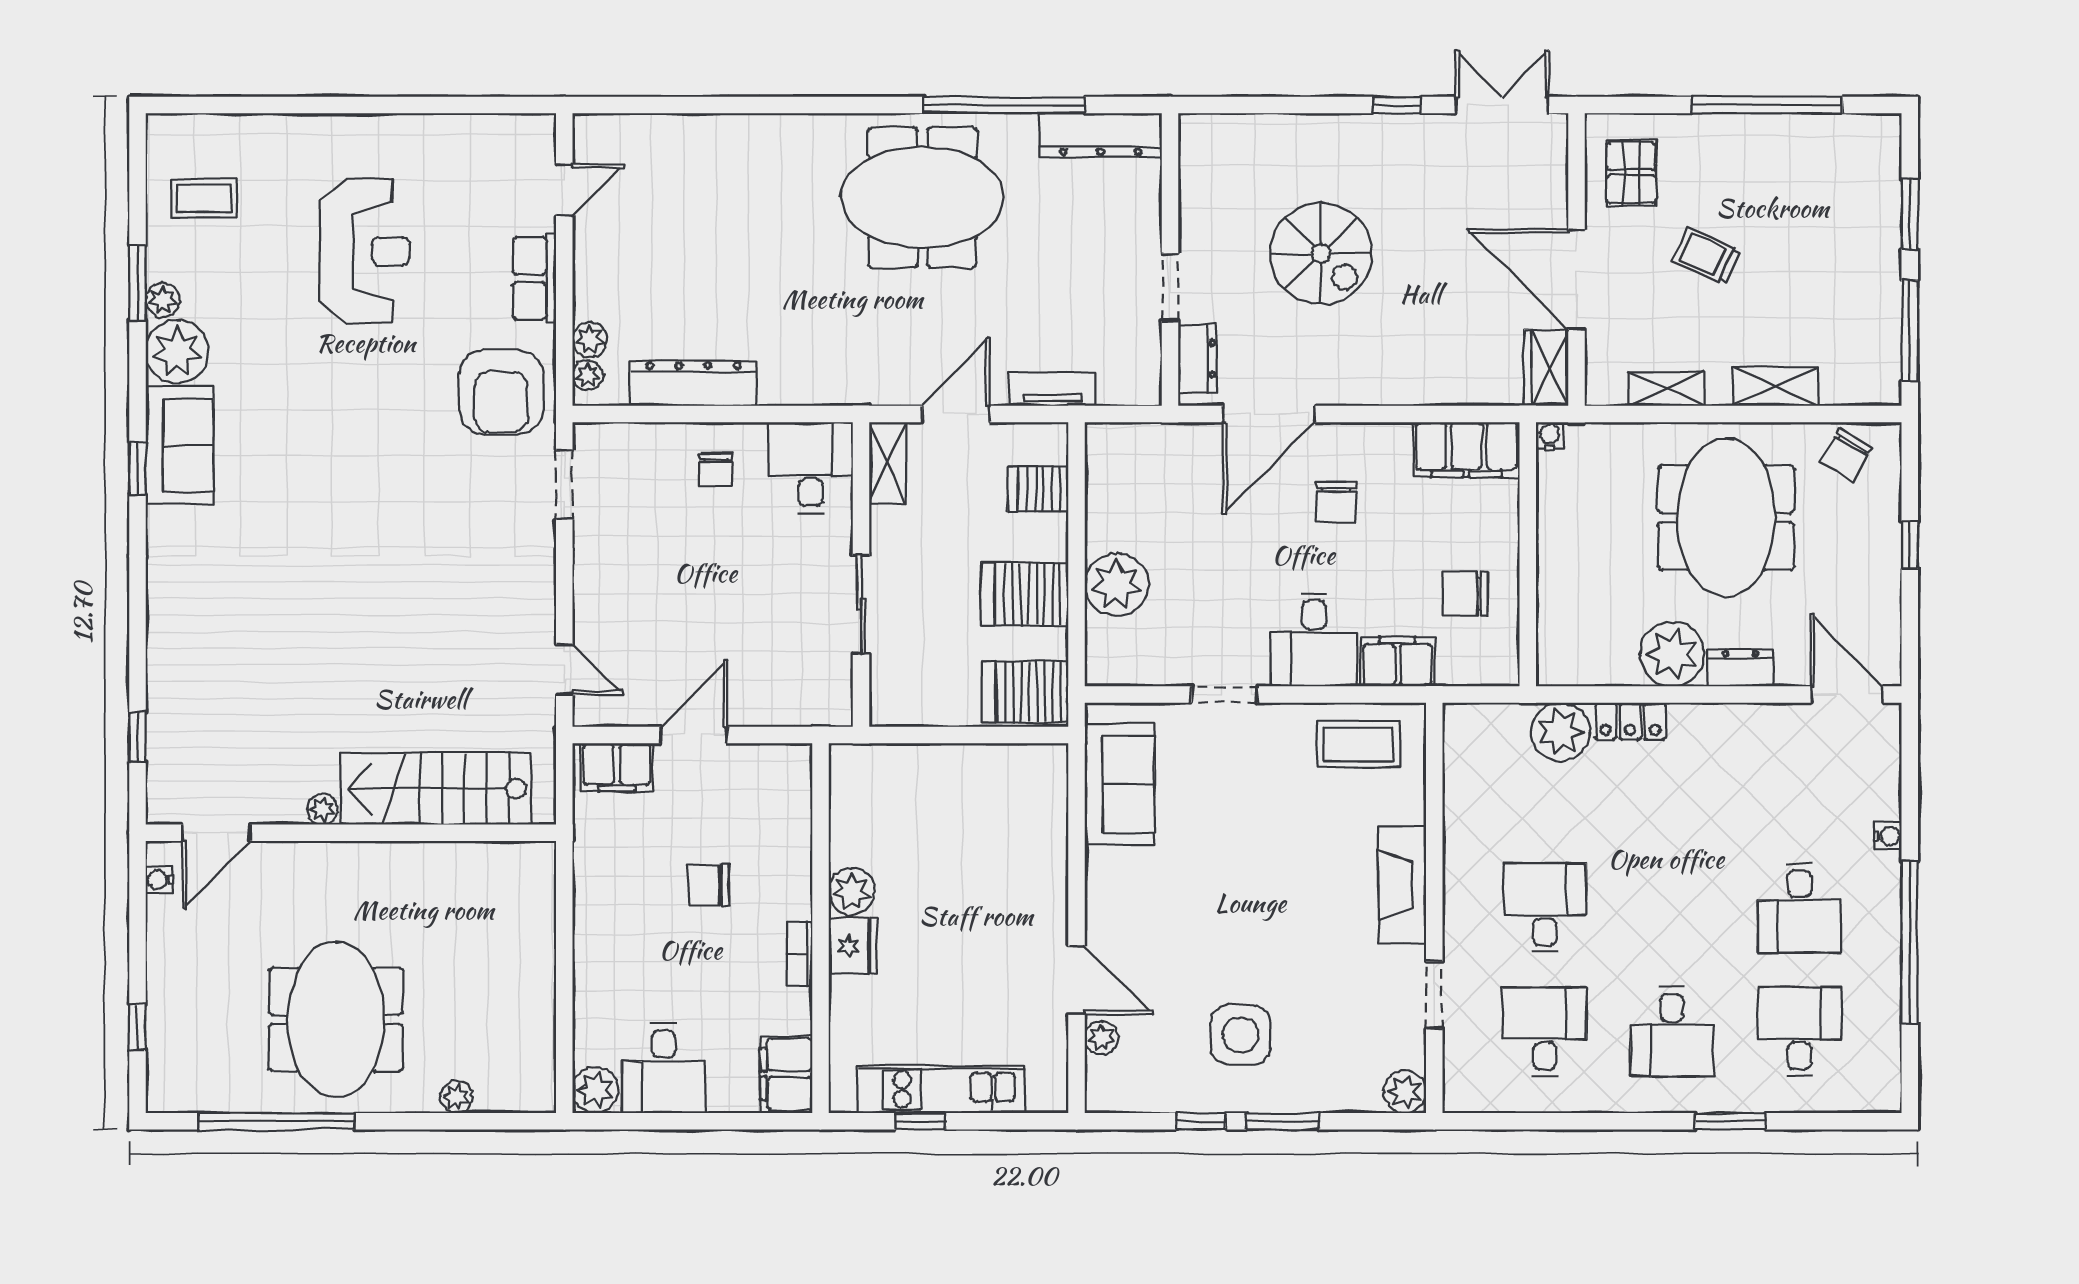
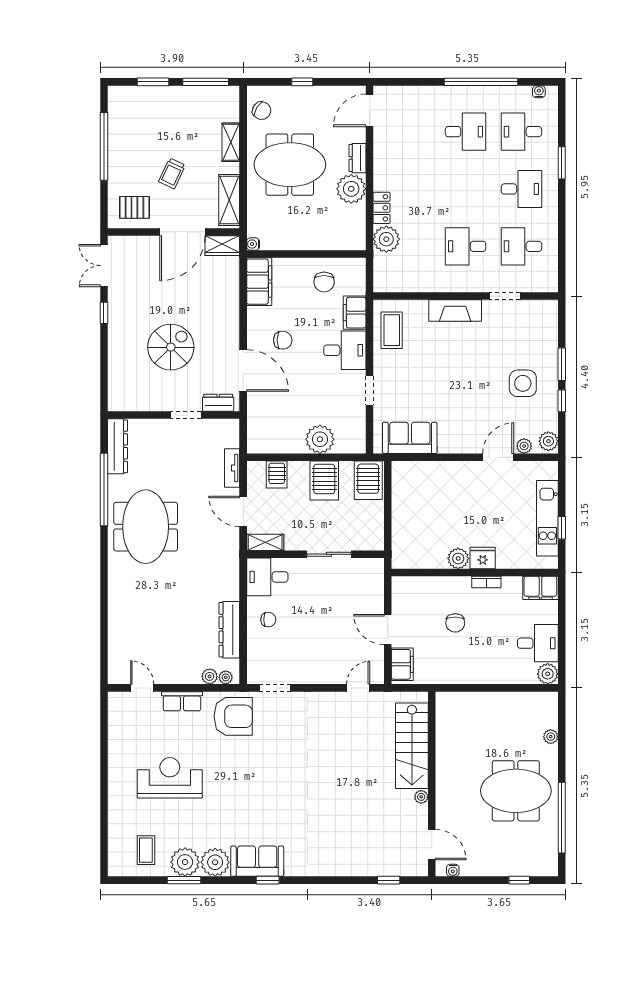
plant: (163, 300) -> (185, 862), width x1.88, depth x1.88
shelving: (1667, 389) -> (229, 200), width x1.50, depth x1.33
water cooler: (1888, 836) -> (539, 92), moved
plant: (1405, 1092) -> (548, 441), moved

